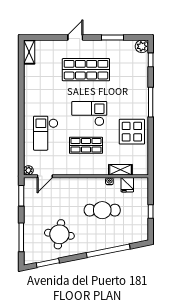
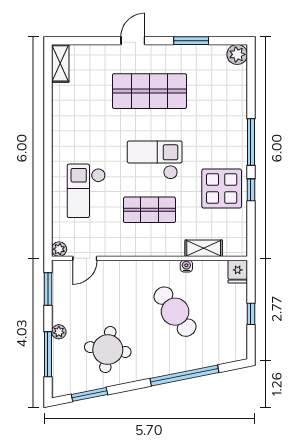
window: (151, 60) -> (251, 190), moved
fridge: (127, 185) -> (238, 272), moved
cafe table: (102, 210) -> (175, 312), turned 54
plant: (28, 223) -> (59, 332), added

